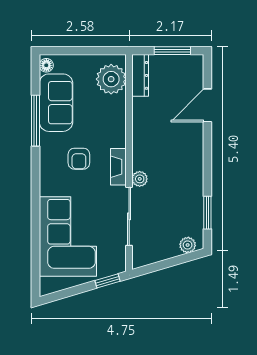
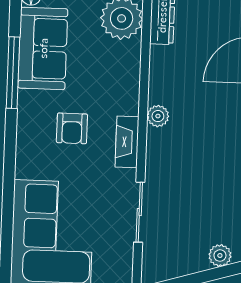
plant: (140, 179) -> (158, 116), moved
sliding door: (129, 216) -> (139, 212), width x0.73

